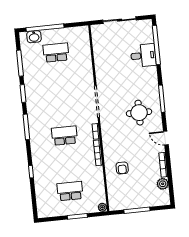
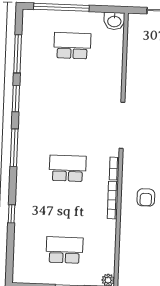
washbasin: (34, 37) -> (114, 21), moved
armchair: (122, 168) -> (146, 197), moved

